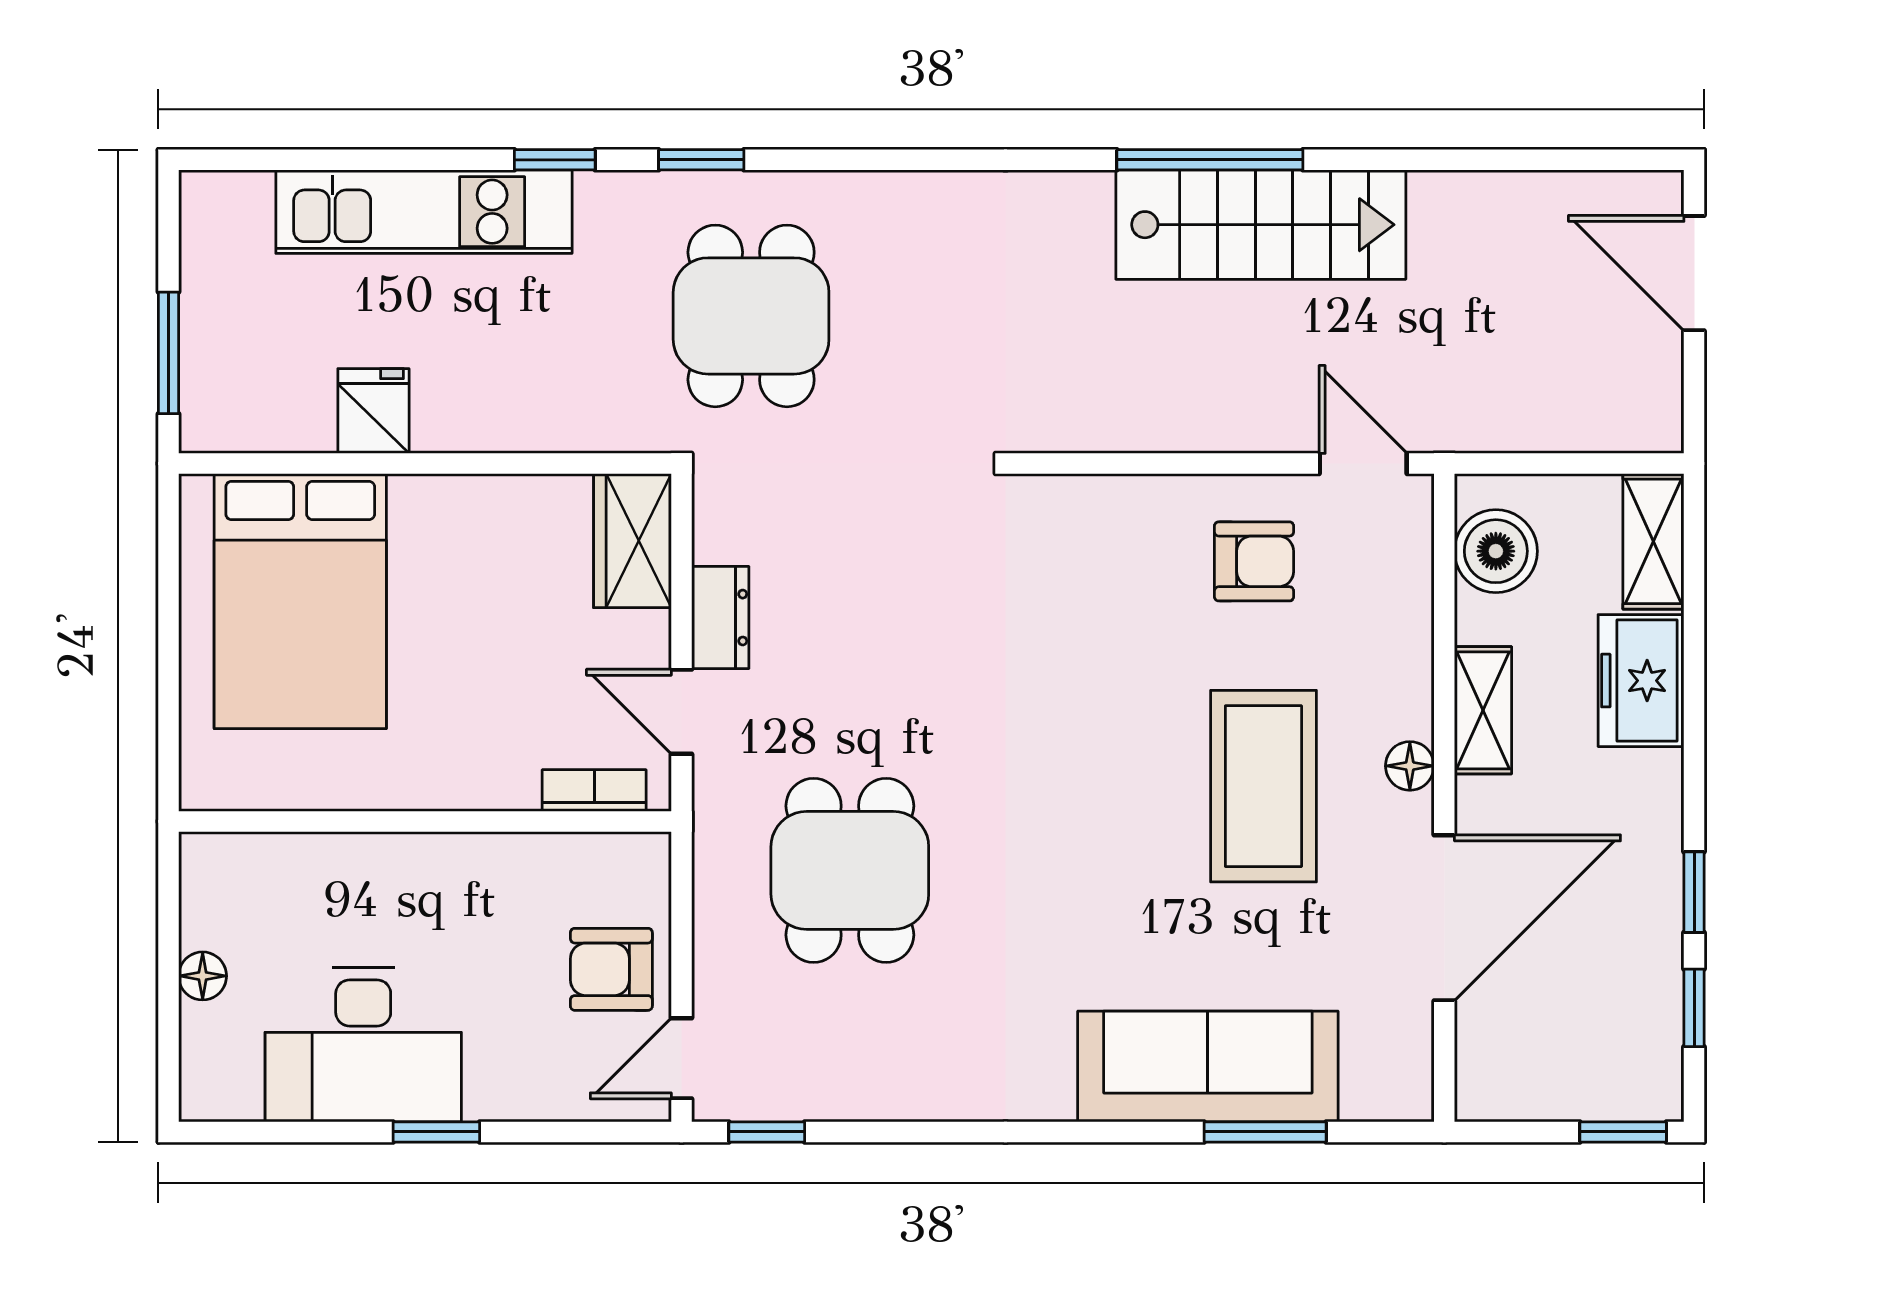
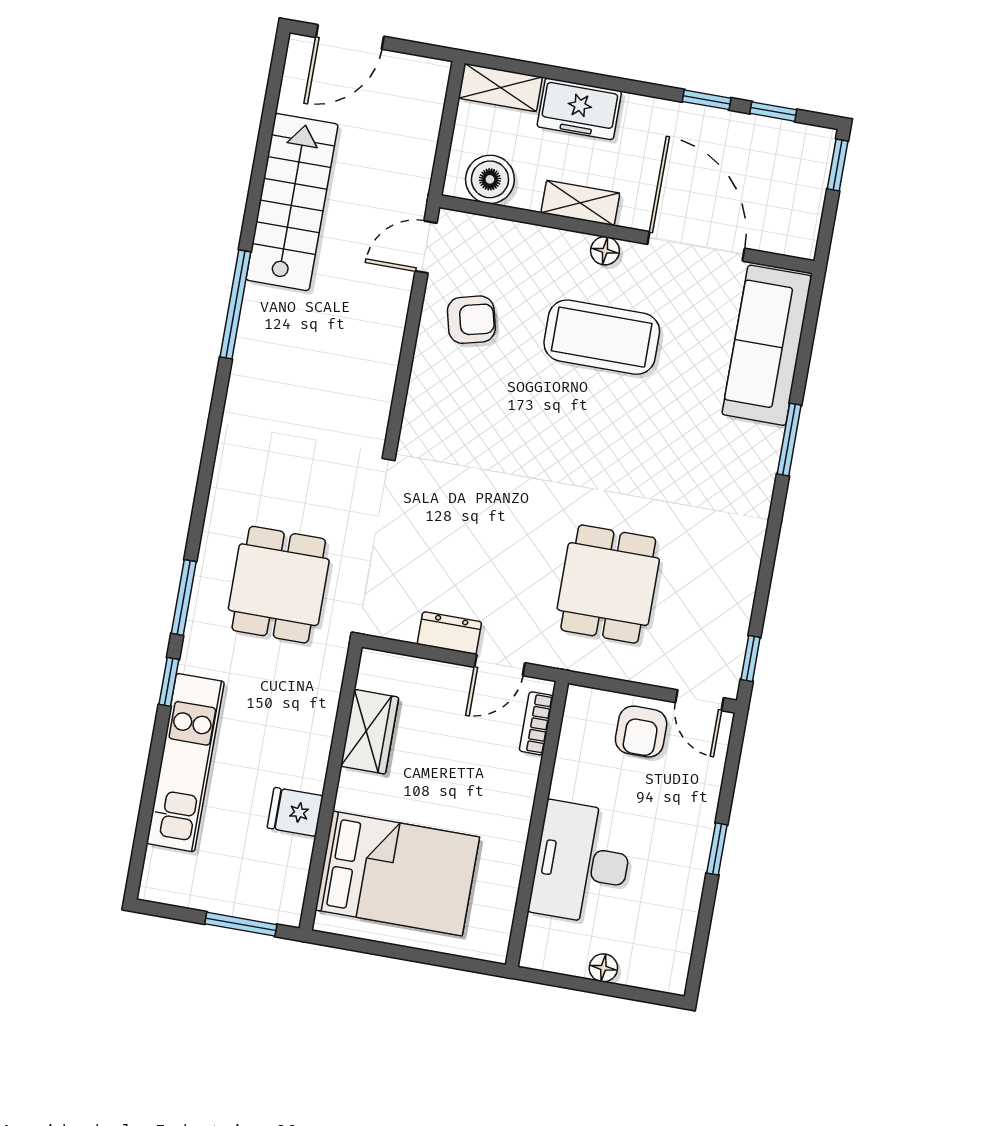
window: (701, 160) -> (184, 598), width x1.50
stairs: (1261, 225) -> (292, 202), moved
dining table: (751, 316) -> (279, 585), turned 90
wardrobe: (632, 541) -> (370, 732), moved, turned -90
armchair: (1254, 561) -> (471, 320), turned 76
dining table: (850, 870) -> (608, 584), turned 90
desk: (363, 1045) -> (582, 863), moved, turned 180
sofa: (1208, 1066) -> (767, 345), moved
window: (1265, 1132) -> (789, 440), moved

